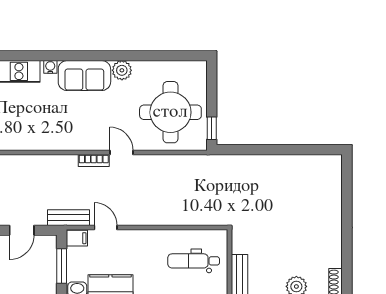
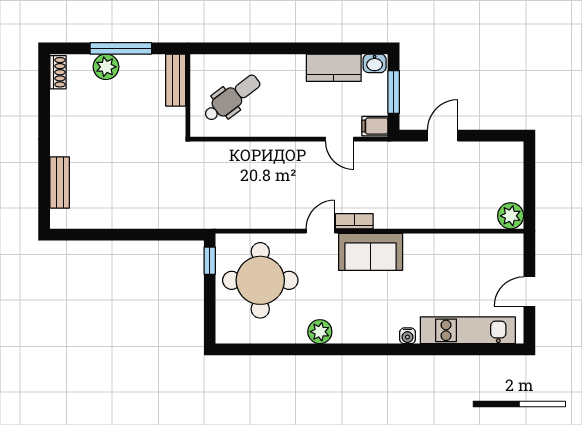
sofa: (84, 76) -> (371, 252), moved, turned 180
door: (121, 152) -> (320, 231), swing flipped
bench: (68, 218) -> (60, 183), moved, turned 90
dental chair: (194, 261) -> (232, 98), turned -37

